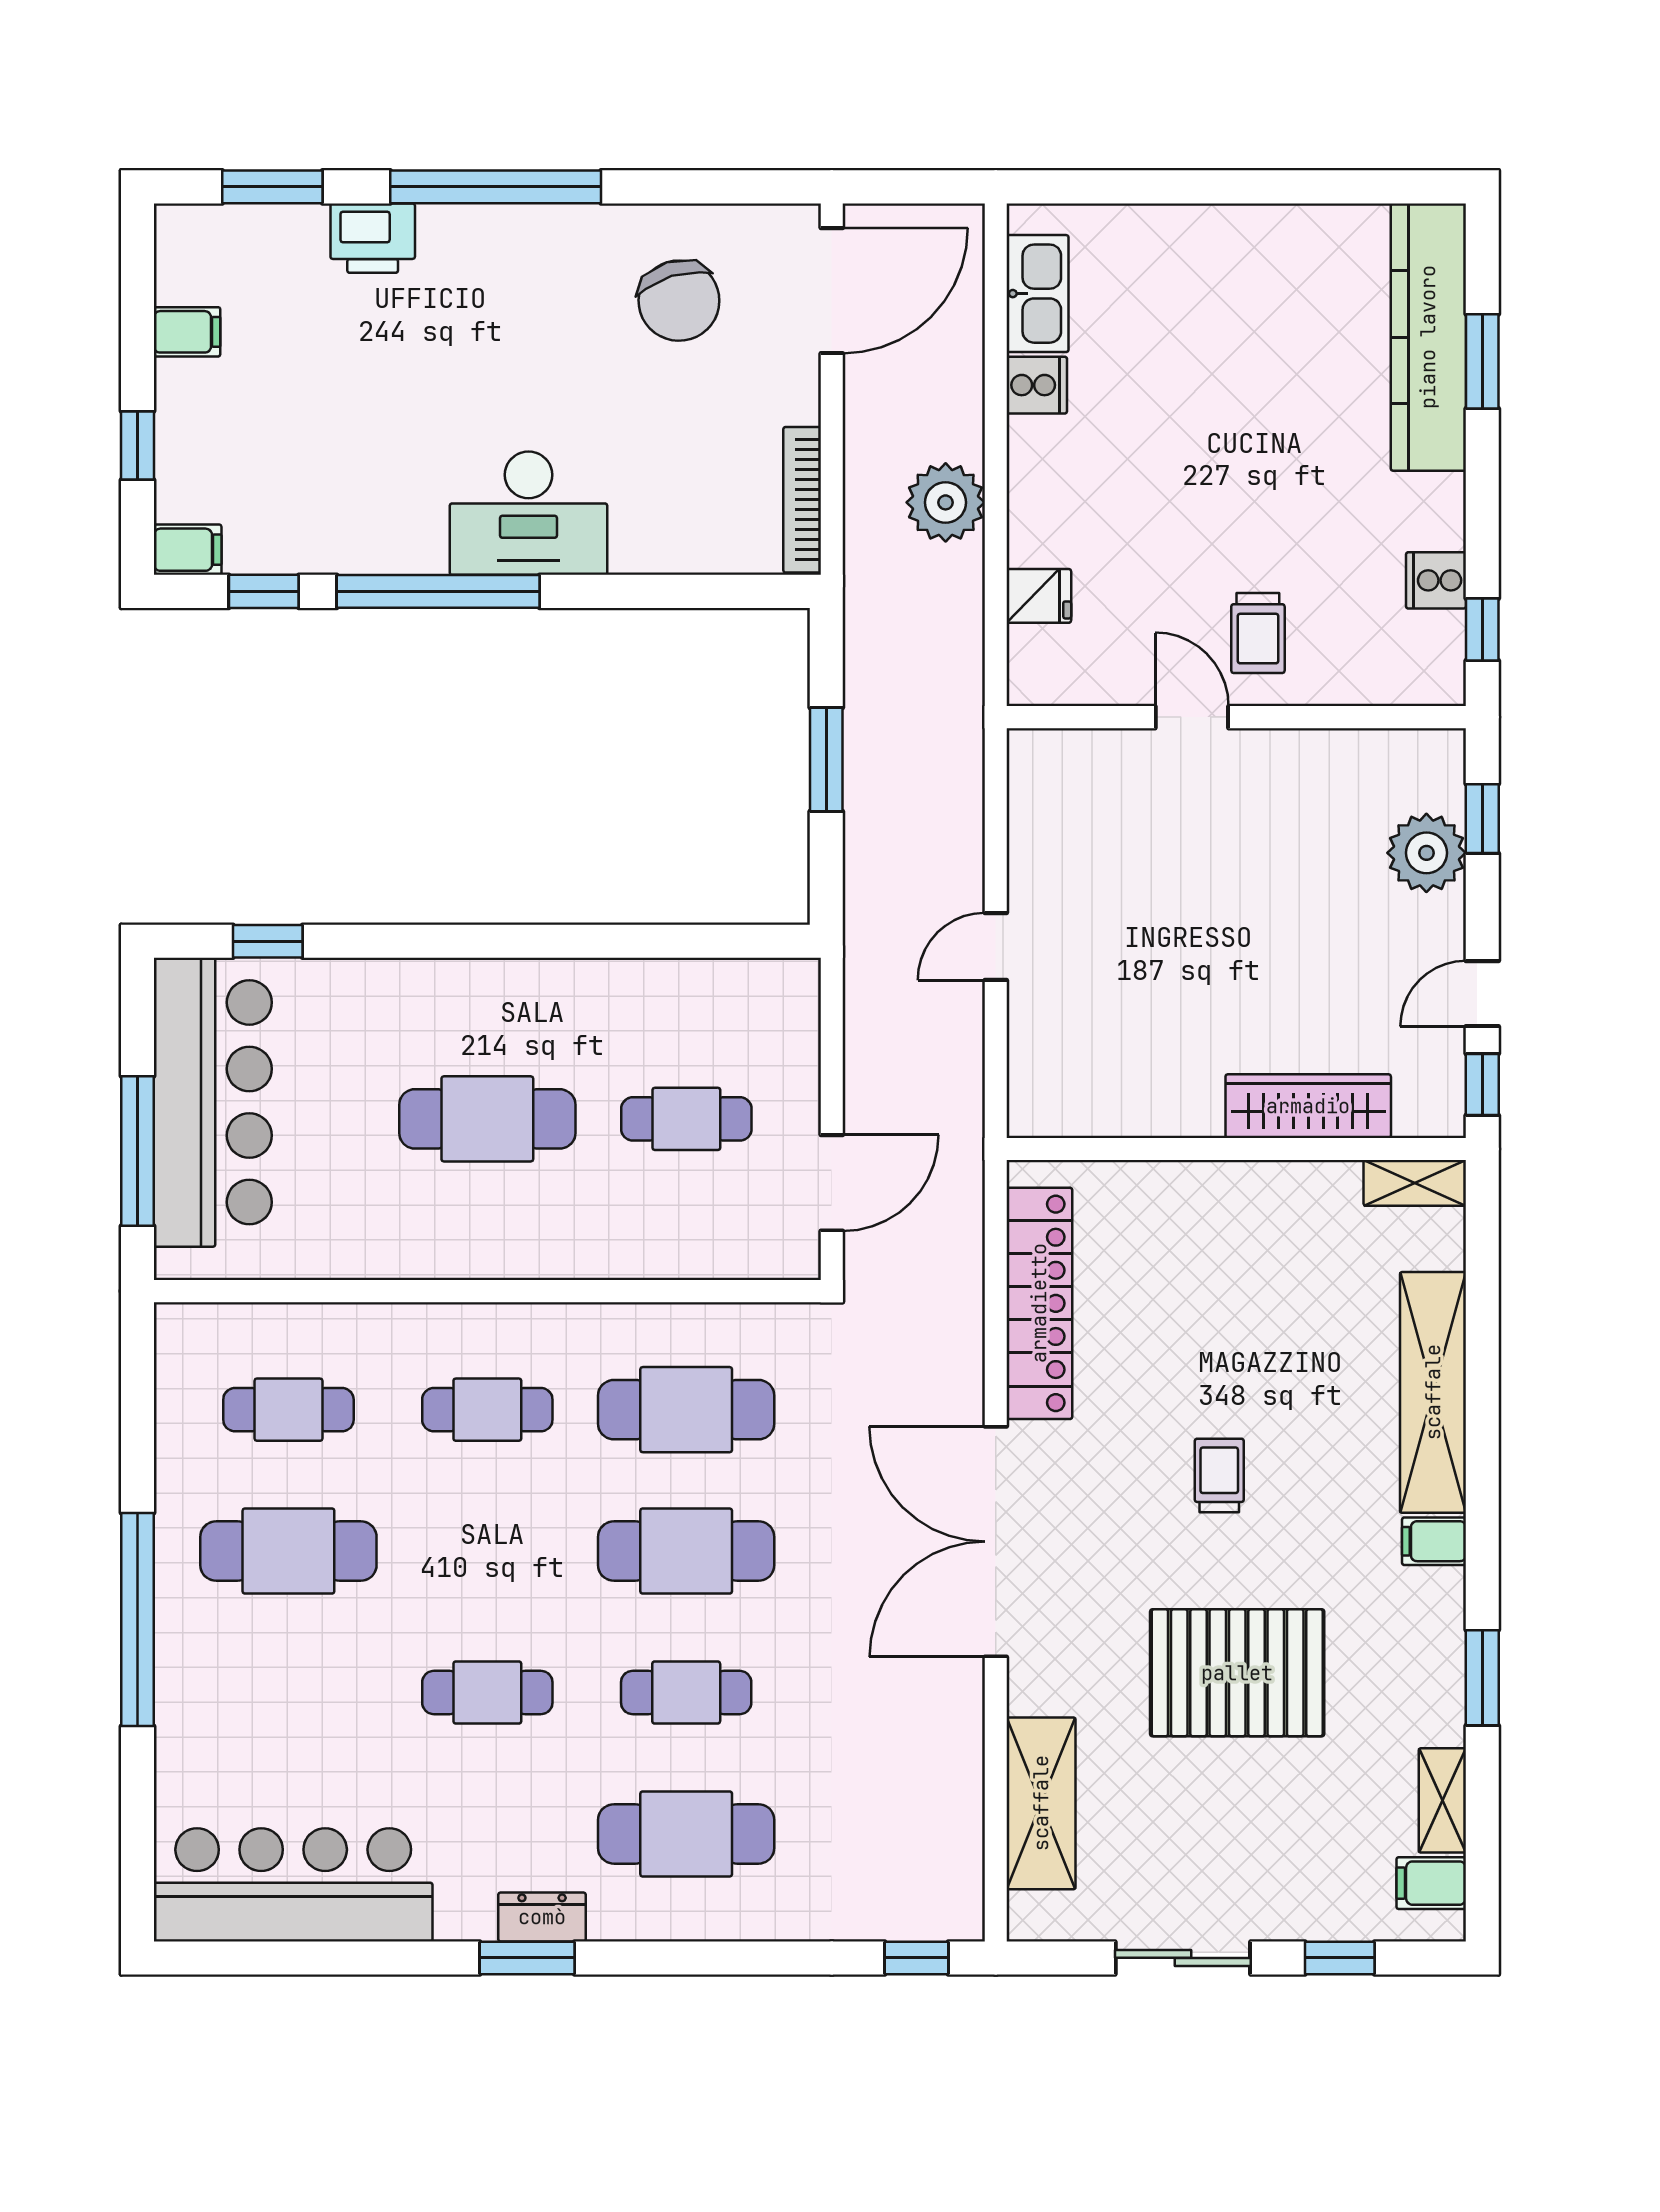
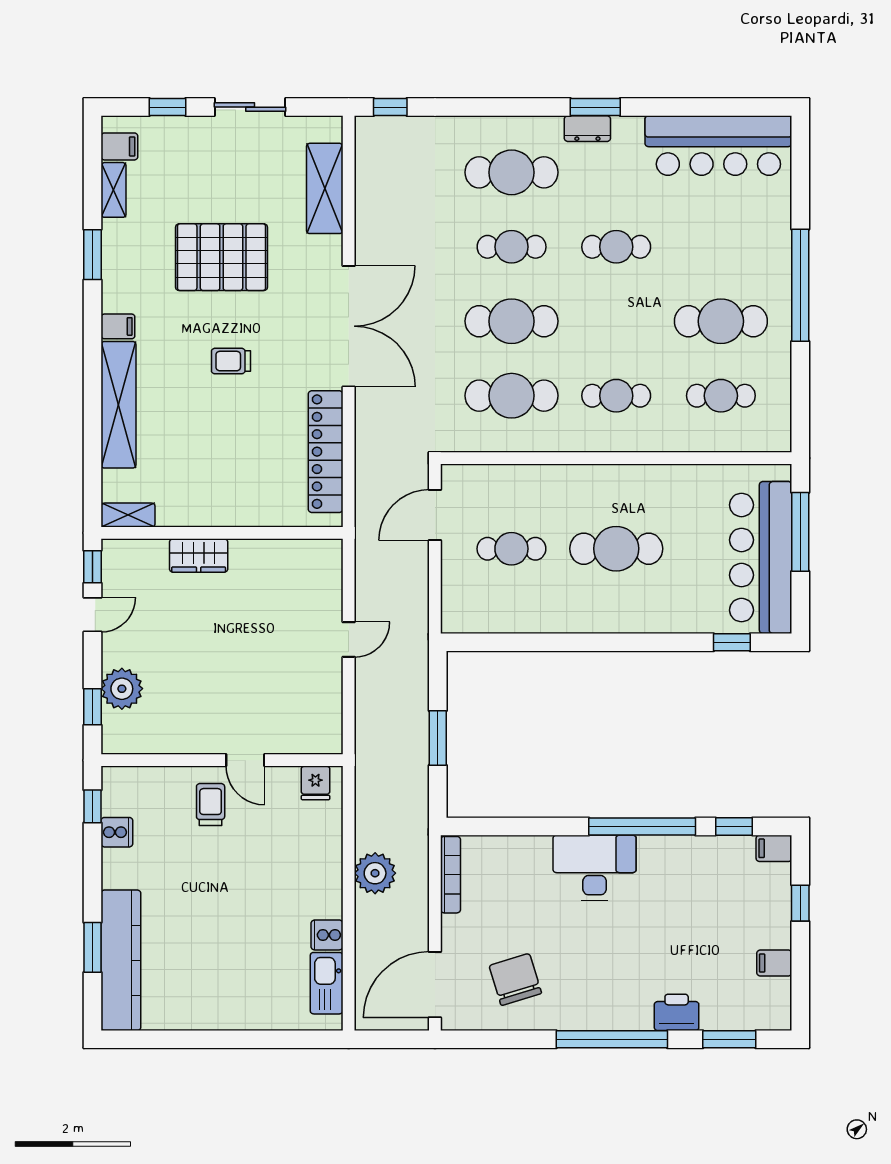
fridge: (1039, 596) -> (315, 783), moved, turned -90
wardrobe: (1308, 1106) -> (199, 555), width x0.67
trolley: (1219, 1476) -> (231, 361), turned 90

